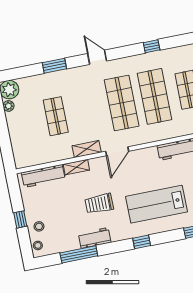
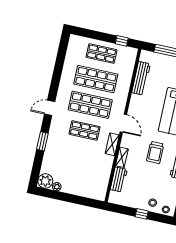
window: (152, 46) -> (59, 66), removed
shop shelf: (56, 116) -> (85, 130), moved
workbench: (43, 176) -> (119, 179), width x0.73

